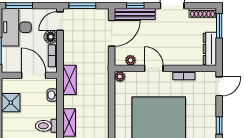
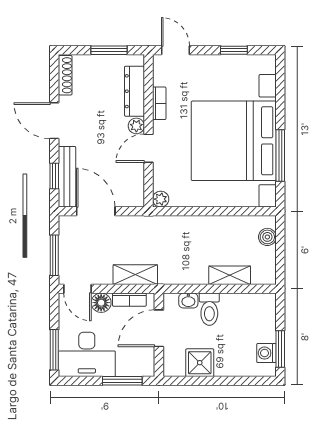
window: (219, 26) -> (109, 50), moved
dresser: (210, 49) -> (134, 91), moved, turned 90
plant: (130, 60) -> (136, 126), moved
shelving: (69, 80) -> (135, 275), moved
toilet: (46, 126) -> (209, 309), moved

